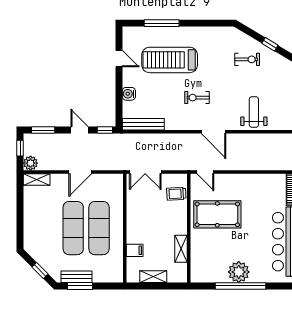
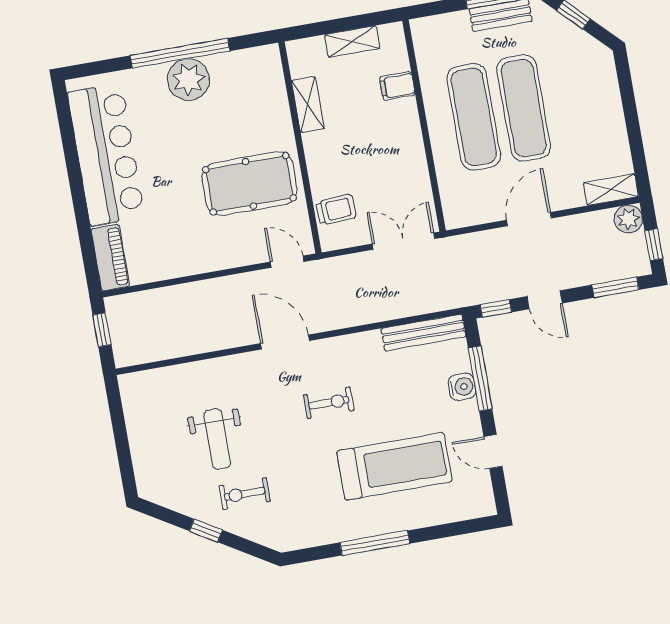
window: (162, 23) -> (375, 543), moved
window: (119, 96) -> (480, 378), added
weight bench: (254, 112) -> (217, 439), moved

